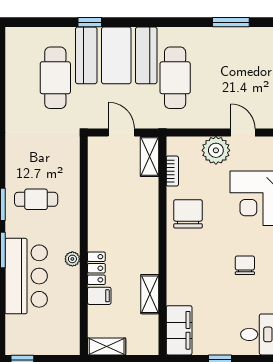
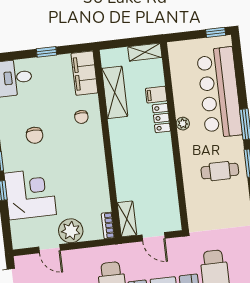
bookcase: (172, 171) -> (108, 225), moved
chair: (188, 214) -> (81, 117), moved, width x0.54, depth x0.54
bar counter: (26, 276) -> (219, 93), width x1.36
shelving: (150, 294) -> (115, 92), width x1.50, depth x1.33

